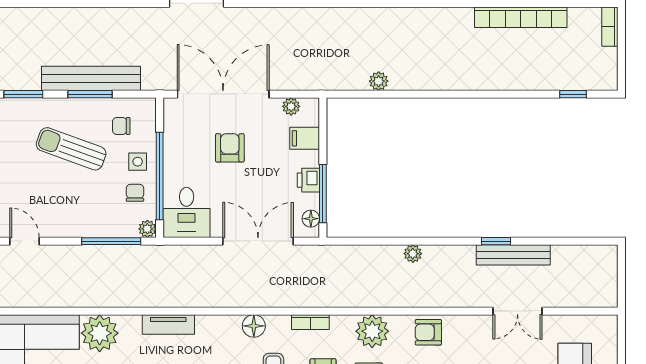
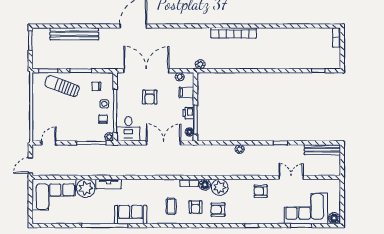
bookcase: (521, 17) -> (234, 33), moved
bench: (91, 78) -> (74, 34), moved
plant: (379, 81) -> (200, 64), moved
armchair: (230, 148) -> (150, 97), turned 180
sun lounger: (71, 149) -> (62, 86), moved
door: (25, 241) -> (49, 143), hinge flipped
bench: (513, 255) -> (322, 150), moved
double door: (517, 311) -> (291, 177), swing flipped
tv unit: (168, 324) -> (109, 184), moved
floor lamp: (254, 326) -> (205, 185), moved
armchair: (428, 332) -> (261, 191), moved

